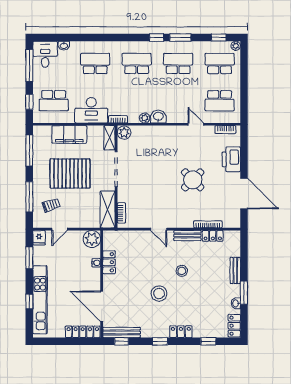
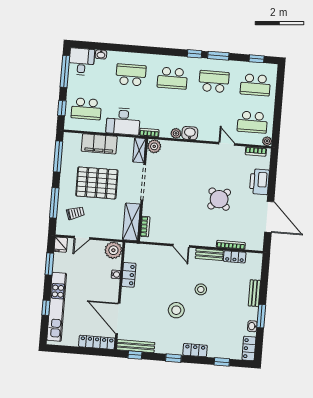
plant: (236, 46) -> (267, 141), moved
school desk: (137, 63) -> (172, 78), turned 180
school desk: (220, 63) -> (255, 85), turned 180

